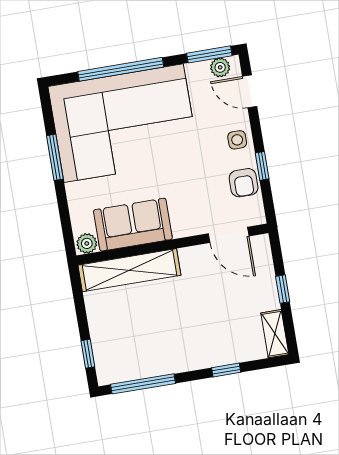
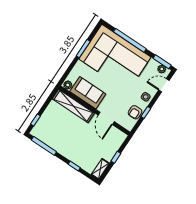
door: (250, 91) -> (164, 85), hinge flipped
door: (229, 235) -> (106, 118), moved

